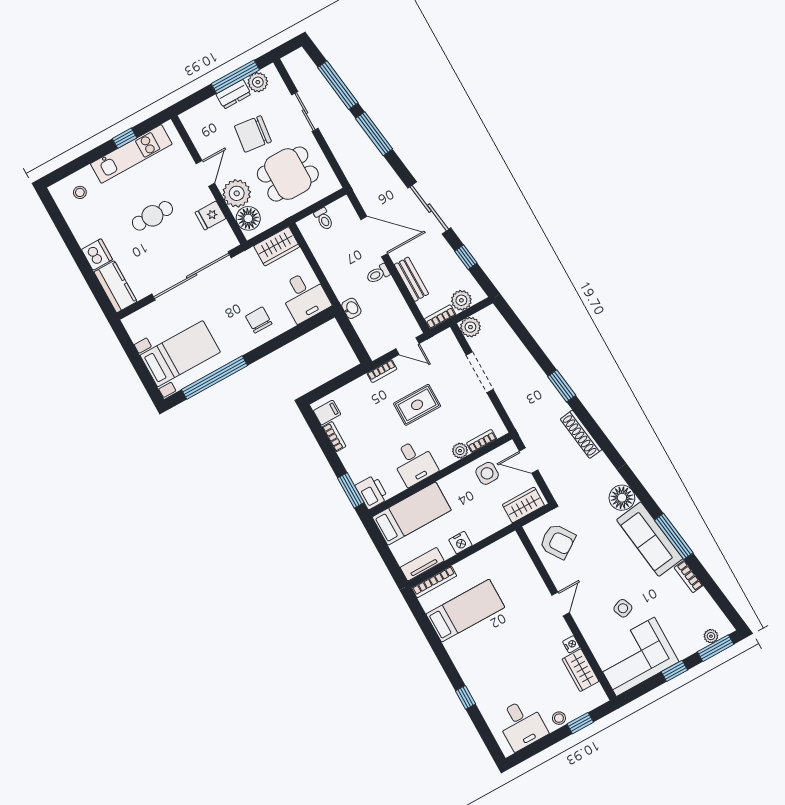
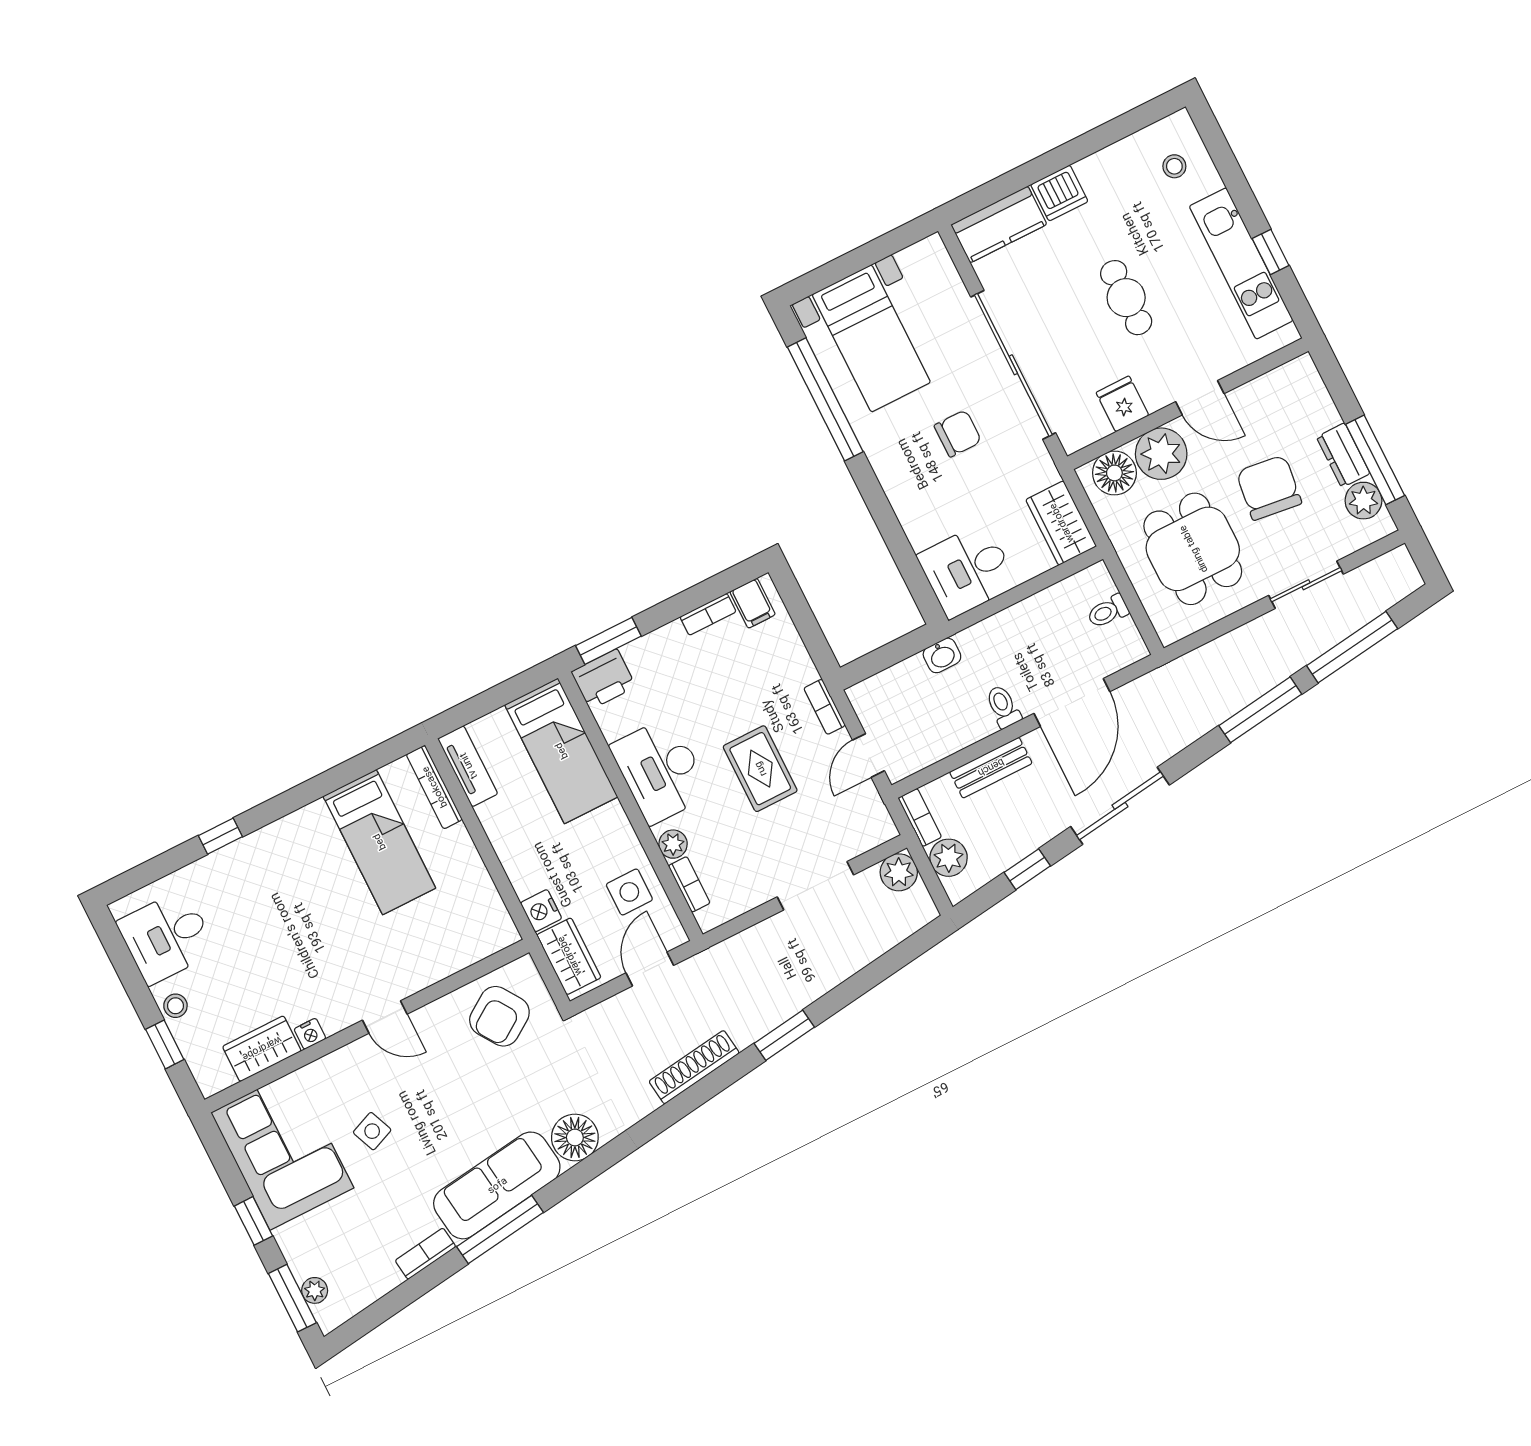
chair: (259, 320) -> (958, 433), moved
desk: (414, 462) -> (660, 770), width x1.37
nightstand: (460, 543) -> (541, 911), moved

